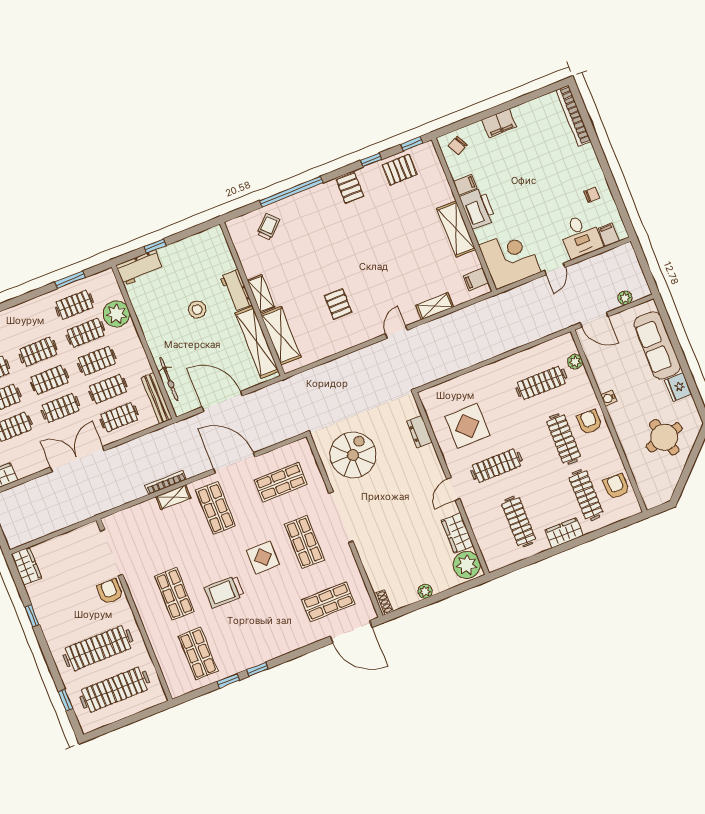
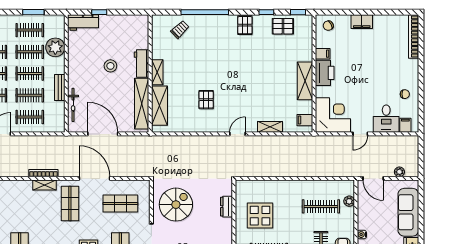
bench: (157, 398) -> (60, 88), moved, width x0.73

